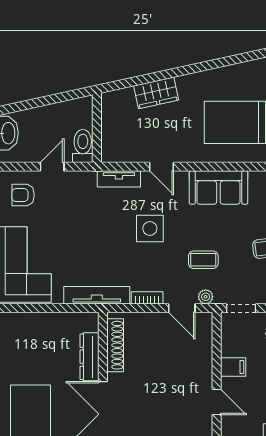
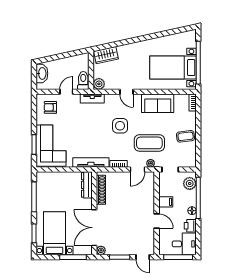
wardrobe: (156, 93) -> (106, 55), moved
plant: (111, 152) -> (99, 84), added
tv unit: (119, 179) -> (92, 99), moved
coffee table: (203, 260) -> (149, 143), width x1.86, depth x1.72
door: (182, 308) -> (138, 170), hinge flipped
dresser: (89, 357) -> (87, 185), moved

